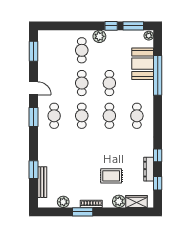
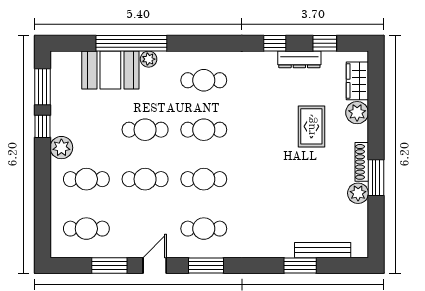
plant: (149, 36) -> (149, 59), moved
cafe table: (54, 50) -> (86, 229), added
window: (34, 51) -> (109, 266), moved
plant: (63, 202) -> (358, 193), moved

